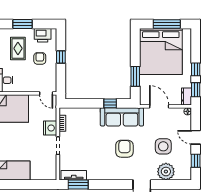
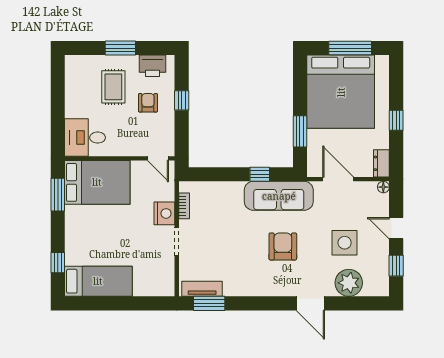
window: (196, 90) -> (396, 153), removed

